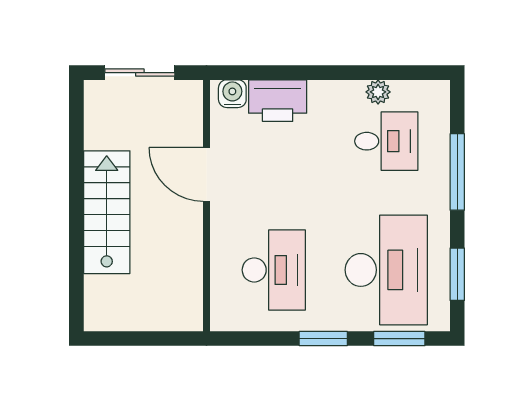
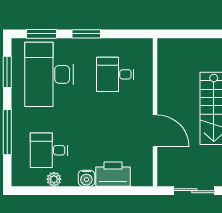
water cooler: (232, 94) -> (86, 178), moved
desk: (274, 270) -> (115, 74), width x0.73

